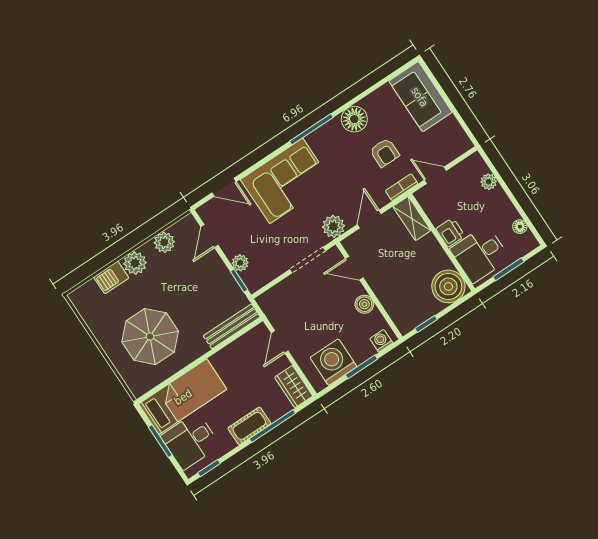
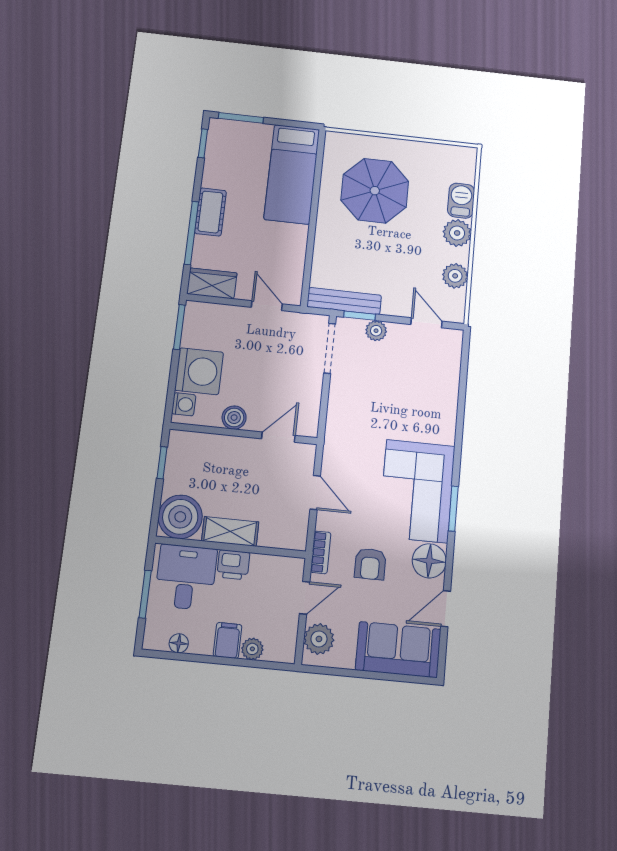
window: (311, 129) -> (453, 509), width x0.69
armchair: (385, 153) -> (370, 564), turned -90
corner sofa: (286, 181) -> (417, 491), moved
door: (224, 187) -> (446, 609), moved
filing cabinet: (496, 200) -> (228, 640), added
shelving: (412, 219) -> (230, 531), moved
plant: (333, 226) -> (319, 639), moved
doorway: (308, 260) -> (330, 348), moved
bench: (232, 326) -> (344, 301), moved, turned 90
washing machine: (334, 362) -> (199, 371), moved
window: (361, 367) -> (179, 327), moved
window: (160, 441) -> (241, 118), moved
desk: (190, 441) -> (244, 148), removed

